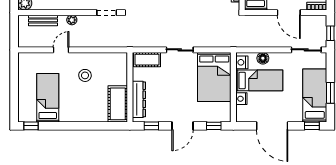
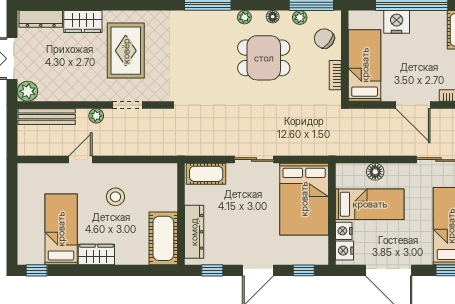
doorway: (107, 13) -> (128, 105), moved
bench: (43, 20) -> (47, 117), width x1.36
nightstand: (242, 62) -> (345, 251), moved
wardrobe: (72, 115) -> (96, 255), added

